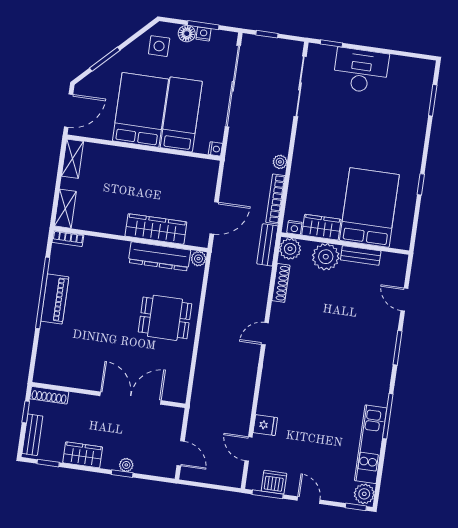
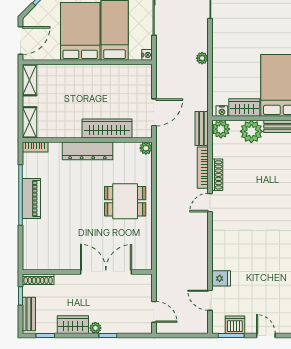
bookcase: (275, 199) -> (203, 168), moved
dresser: (160, 256) -> (87, 151), moved
shoe rack: (281, 283) -> (217, 175), moved
plant: (126, 465) -> (95, 328), moved

